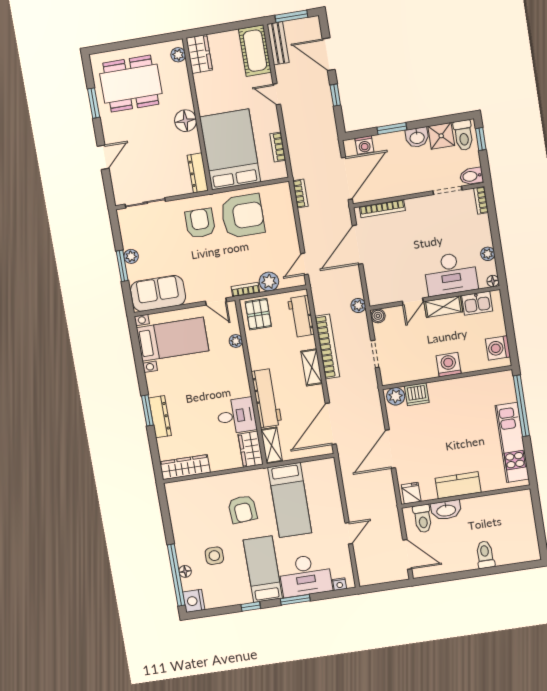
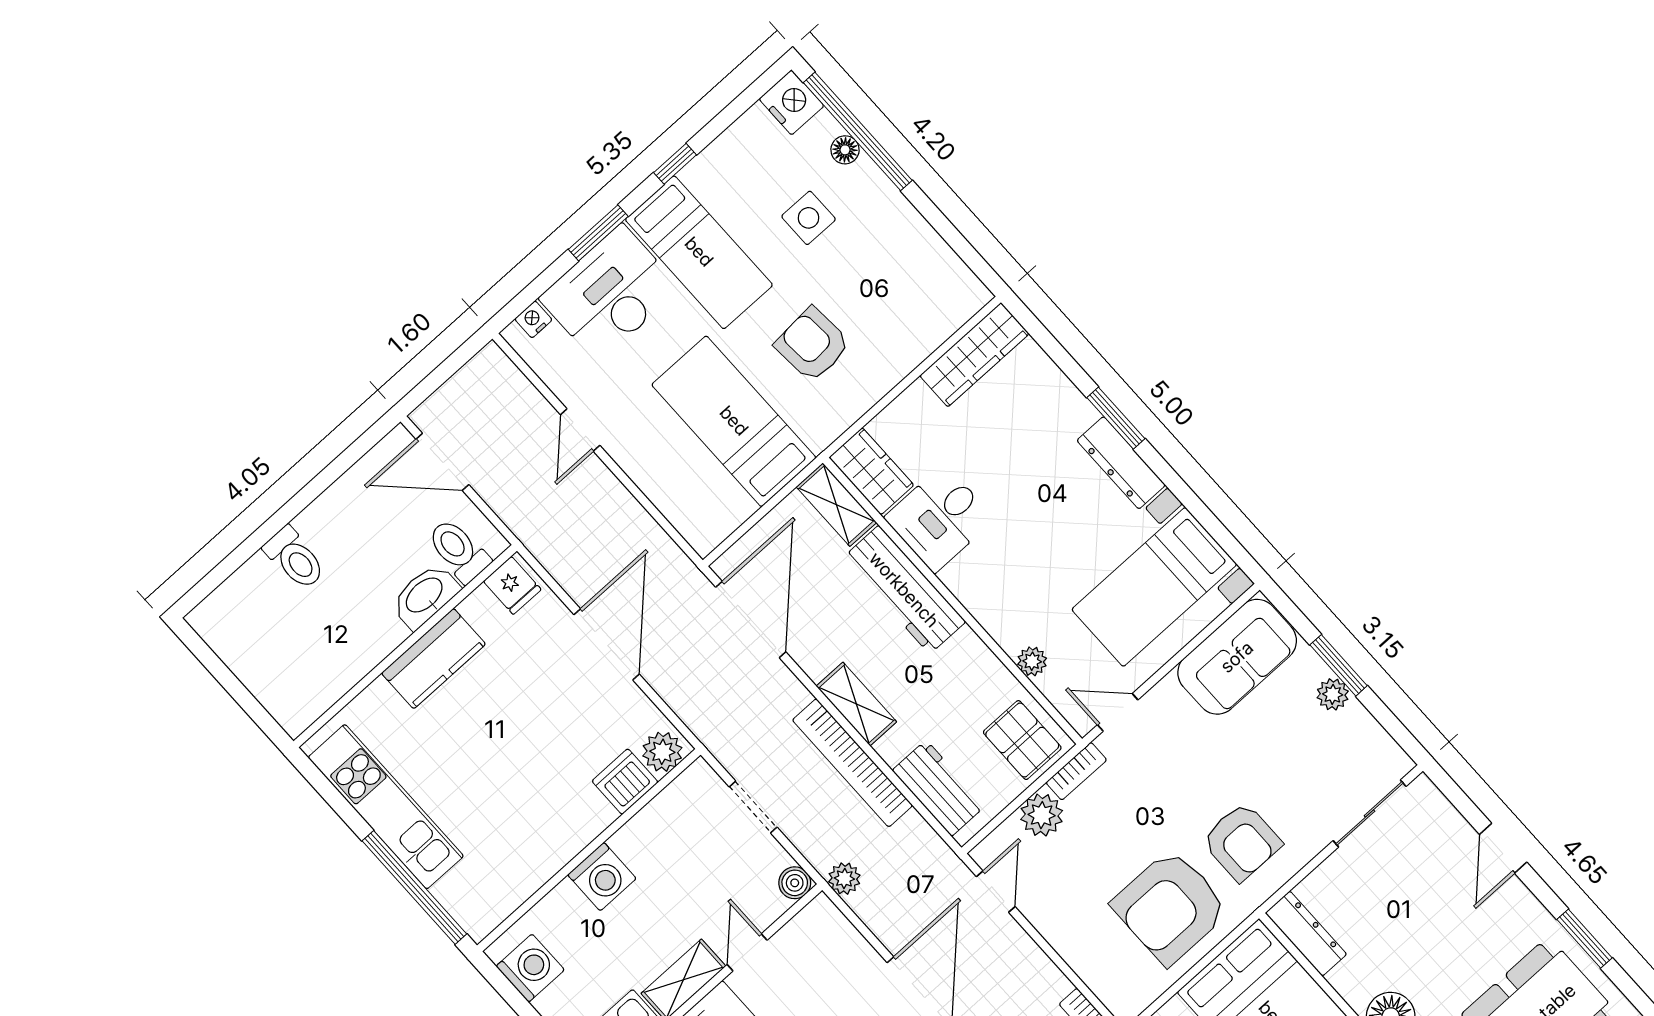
dresser: (160, 417) -> (1121, 463), moved

